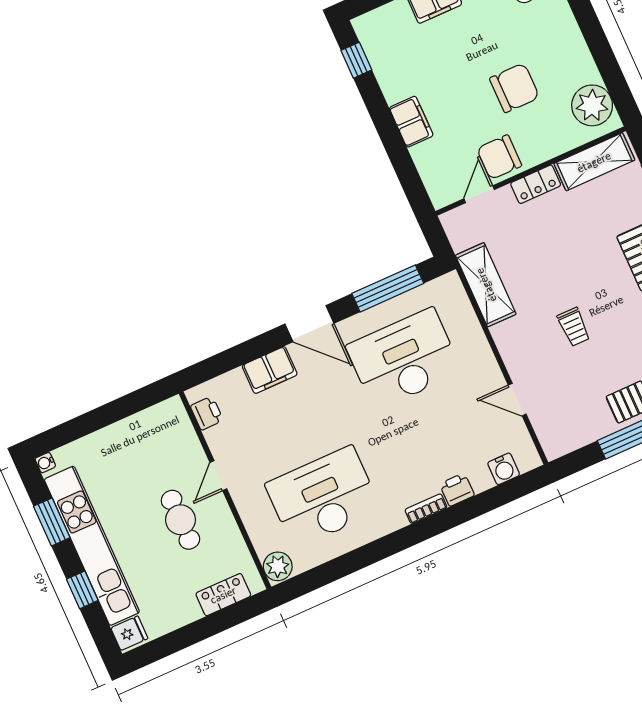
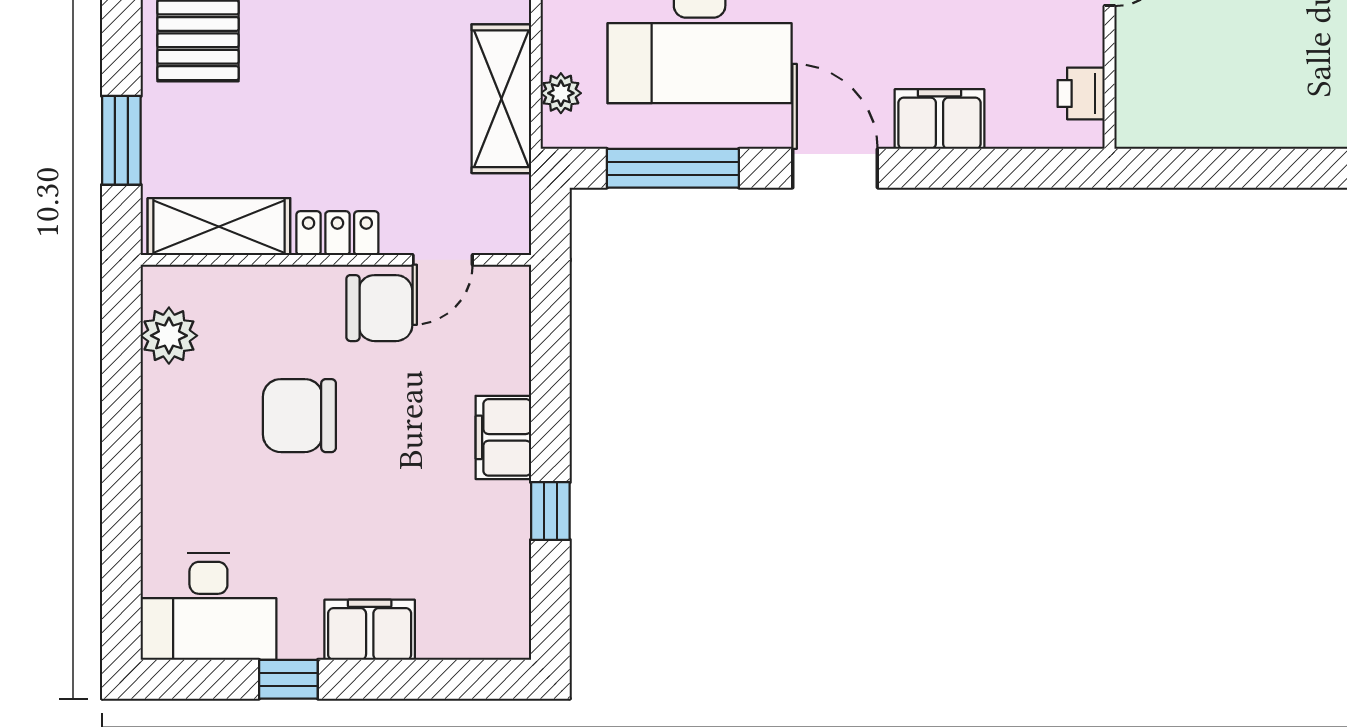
window: (356, 60) -> (550, 511), moved
plant: (592, 105) -> (169, 336), width x0.73, depth x0.73
plant: (458, 300) -> (561, 93), added

